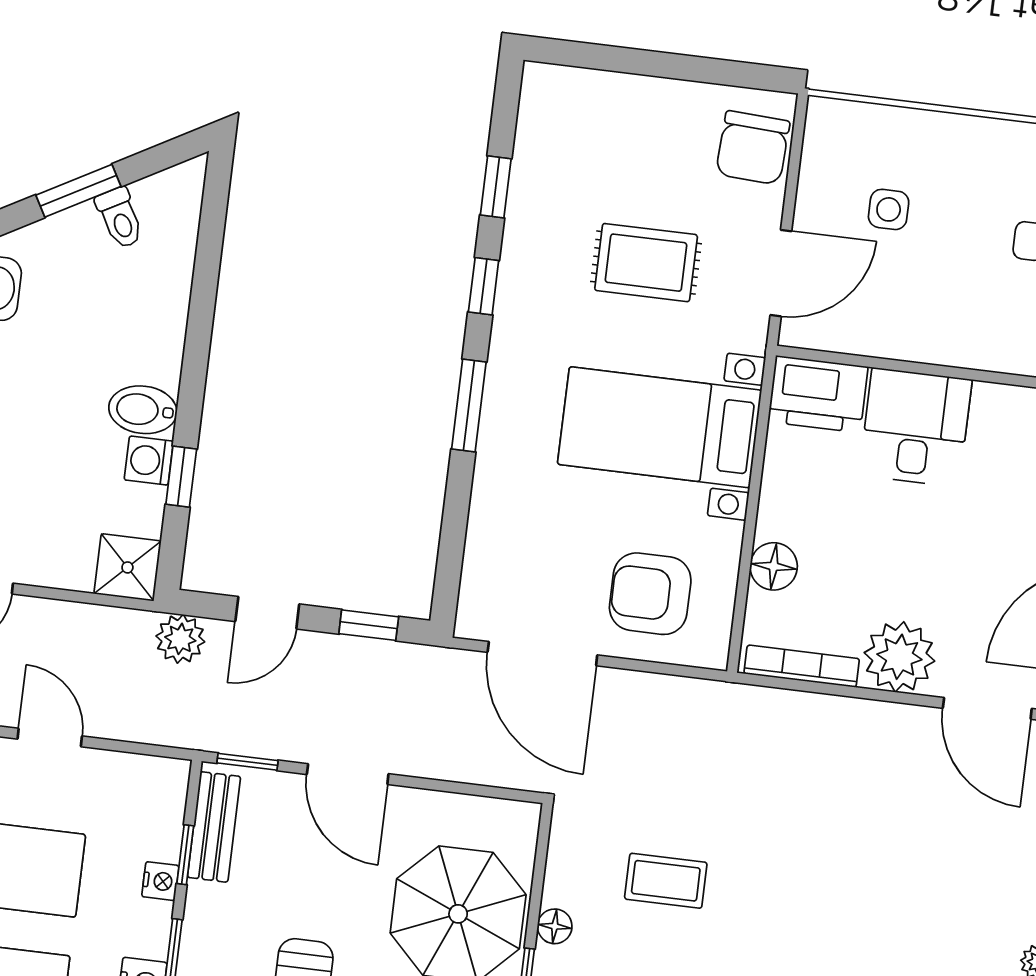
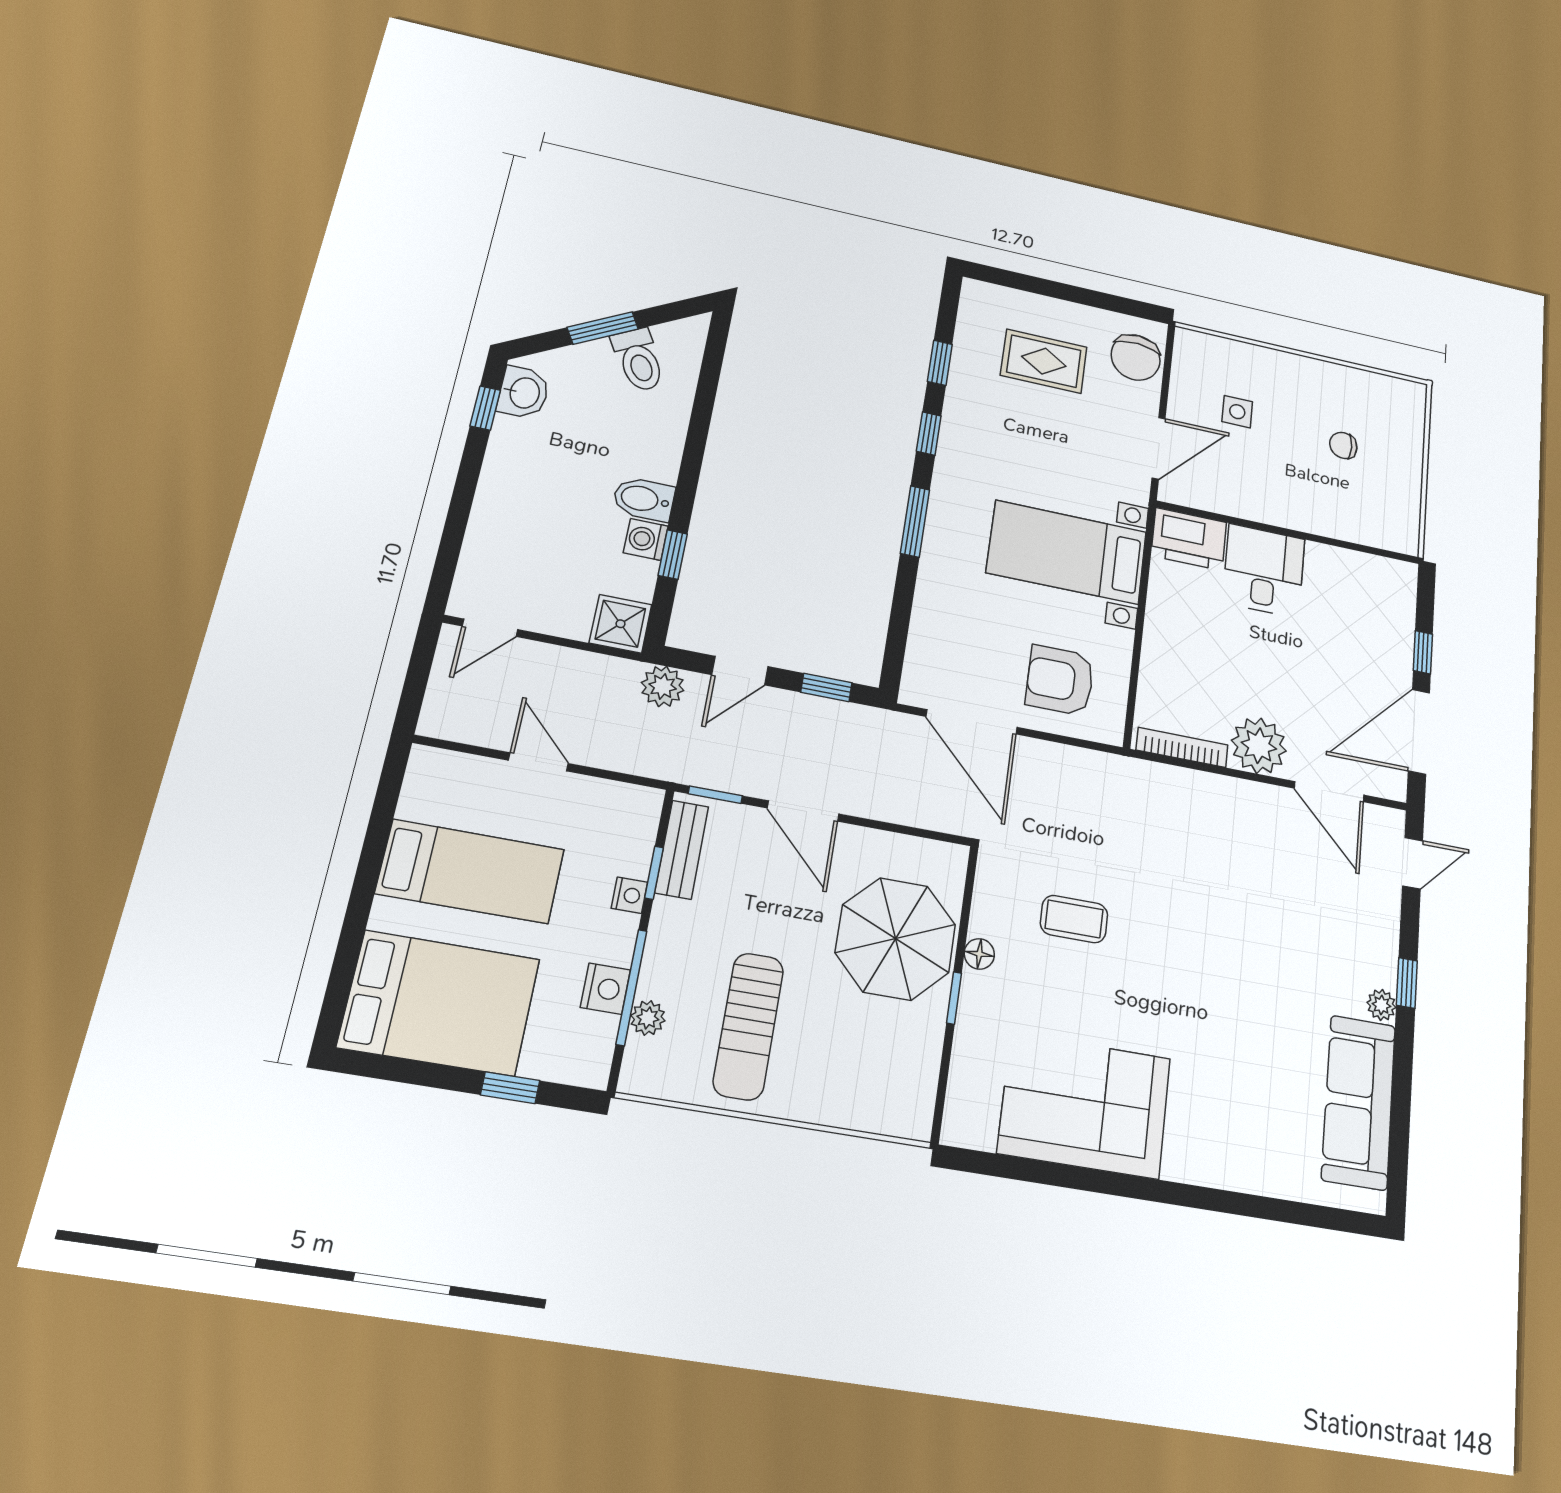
toilet: (120, 218) -> (639, 360), width x1.37, depth x1.39
rug: (646, 263) -> (1044, 361), moved
floor lamp: (774, 566) -> (1158, 667), removed

